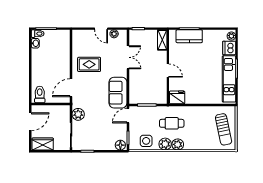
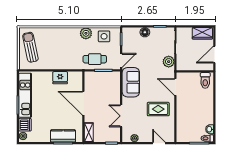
door: (101, 29) -> (159, 143), moved
door: (168, 71) -> (83, 103), width x1.87
door: (71, 88) -> (175, 87), swing flipped
fridge: (177, 97) -> (60, 78), moved
cafe table: (172, 123) -> (95, 59), moved
plant: (178, 144) -> (74, 33), removed
floor lamp: (120, 145) -> (145, 32), moved

